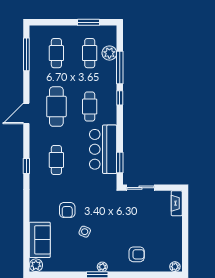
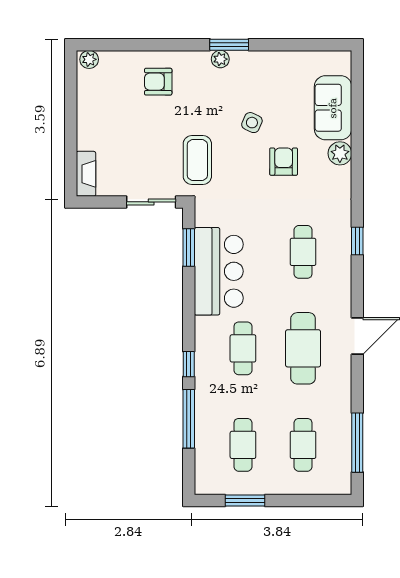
plant: (109, 53) -> (207, 445), removed
coffee table: (115, 211) -> (197, 160), added
plant: (36, 265) -> (340, 153), moved

